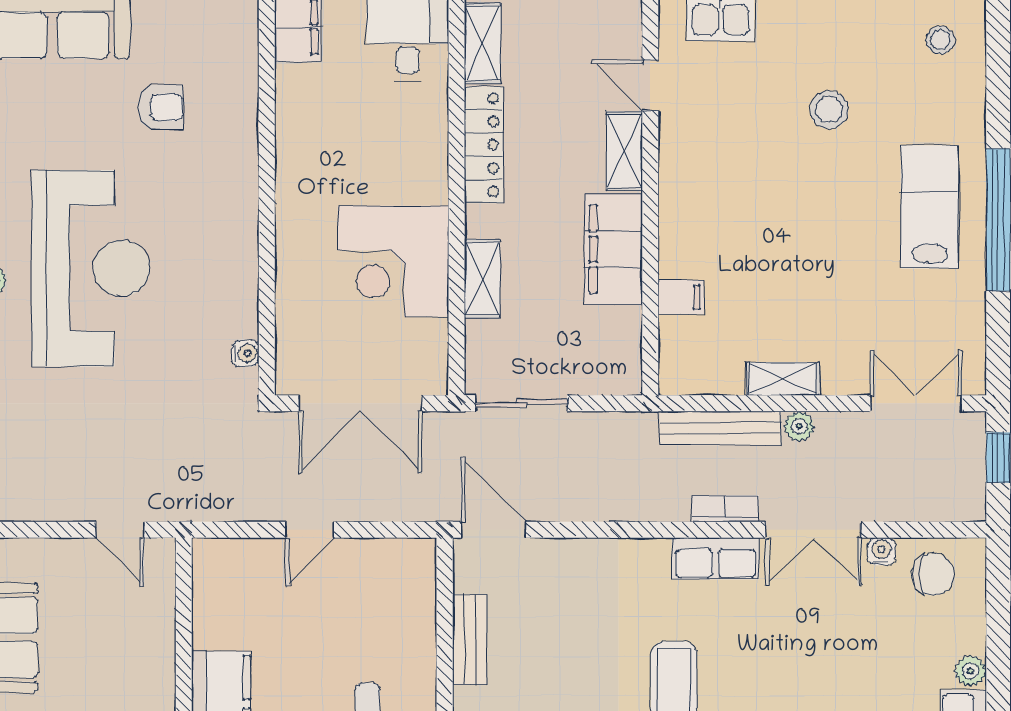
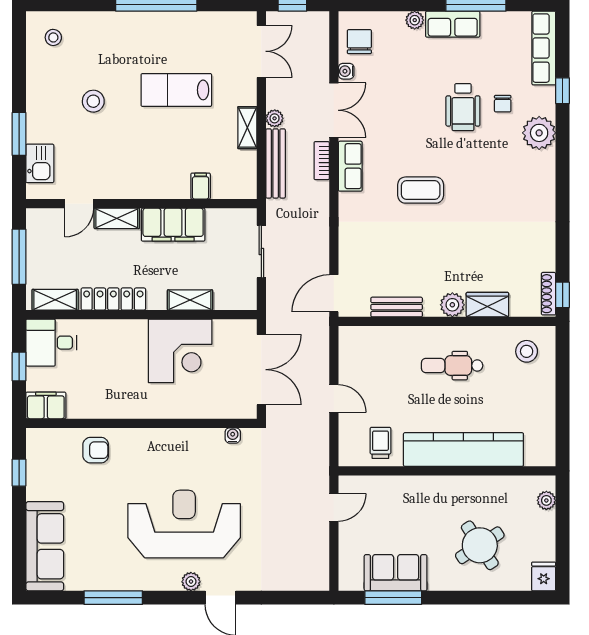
armchair: (161, 107) -> (96, 450), moved, turned 90
lab bench: (930, 207) -> (176, 90), moved
sliding door: (521, 403) -> (261, 251), moved
double door: (916, 403) -> (261, 51), swing flipped
trolley: (232, 611) -> (380, 443), added

